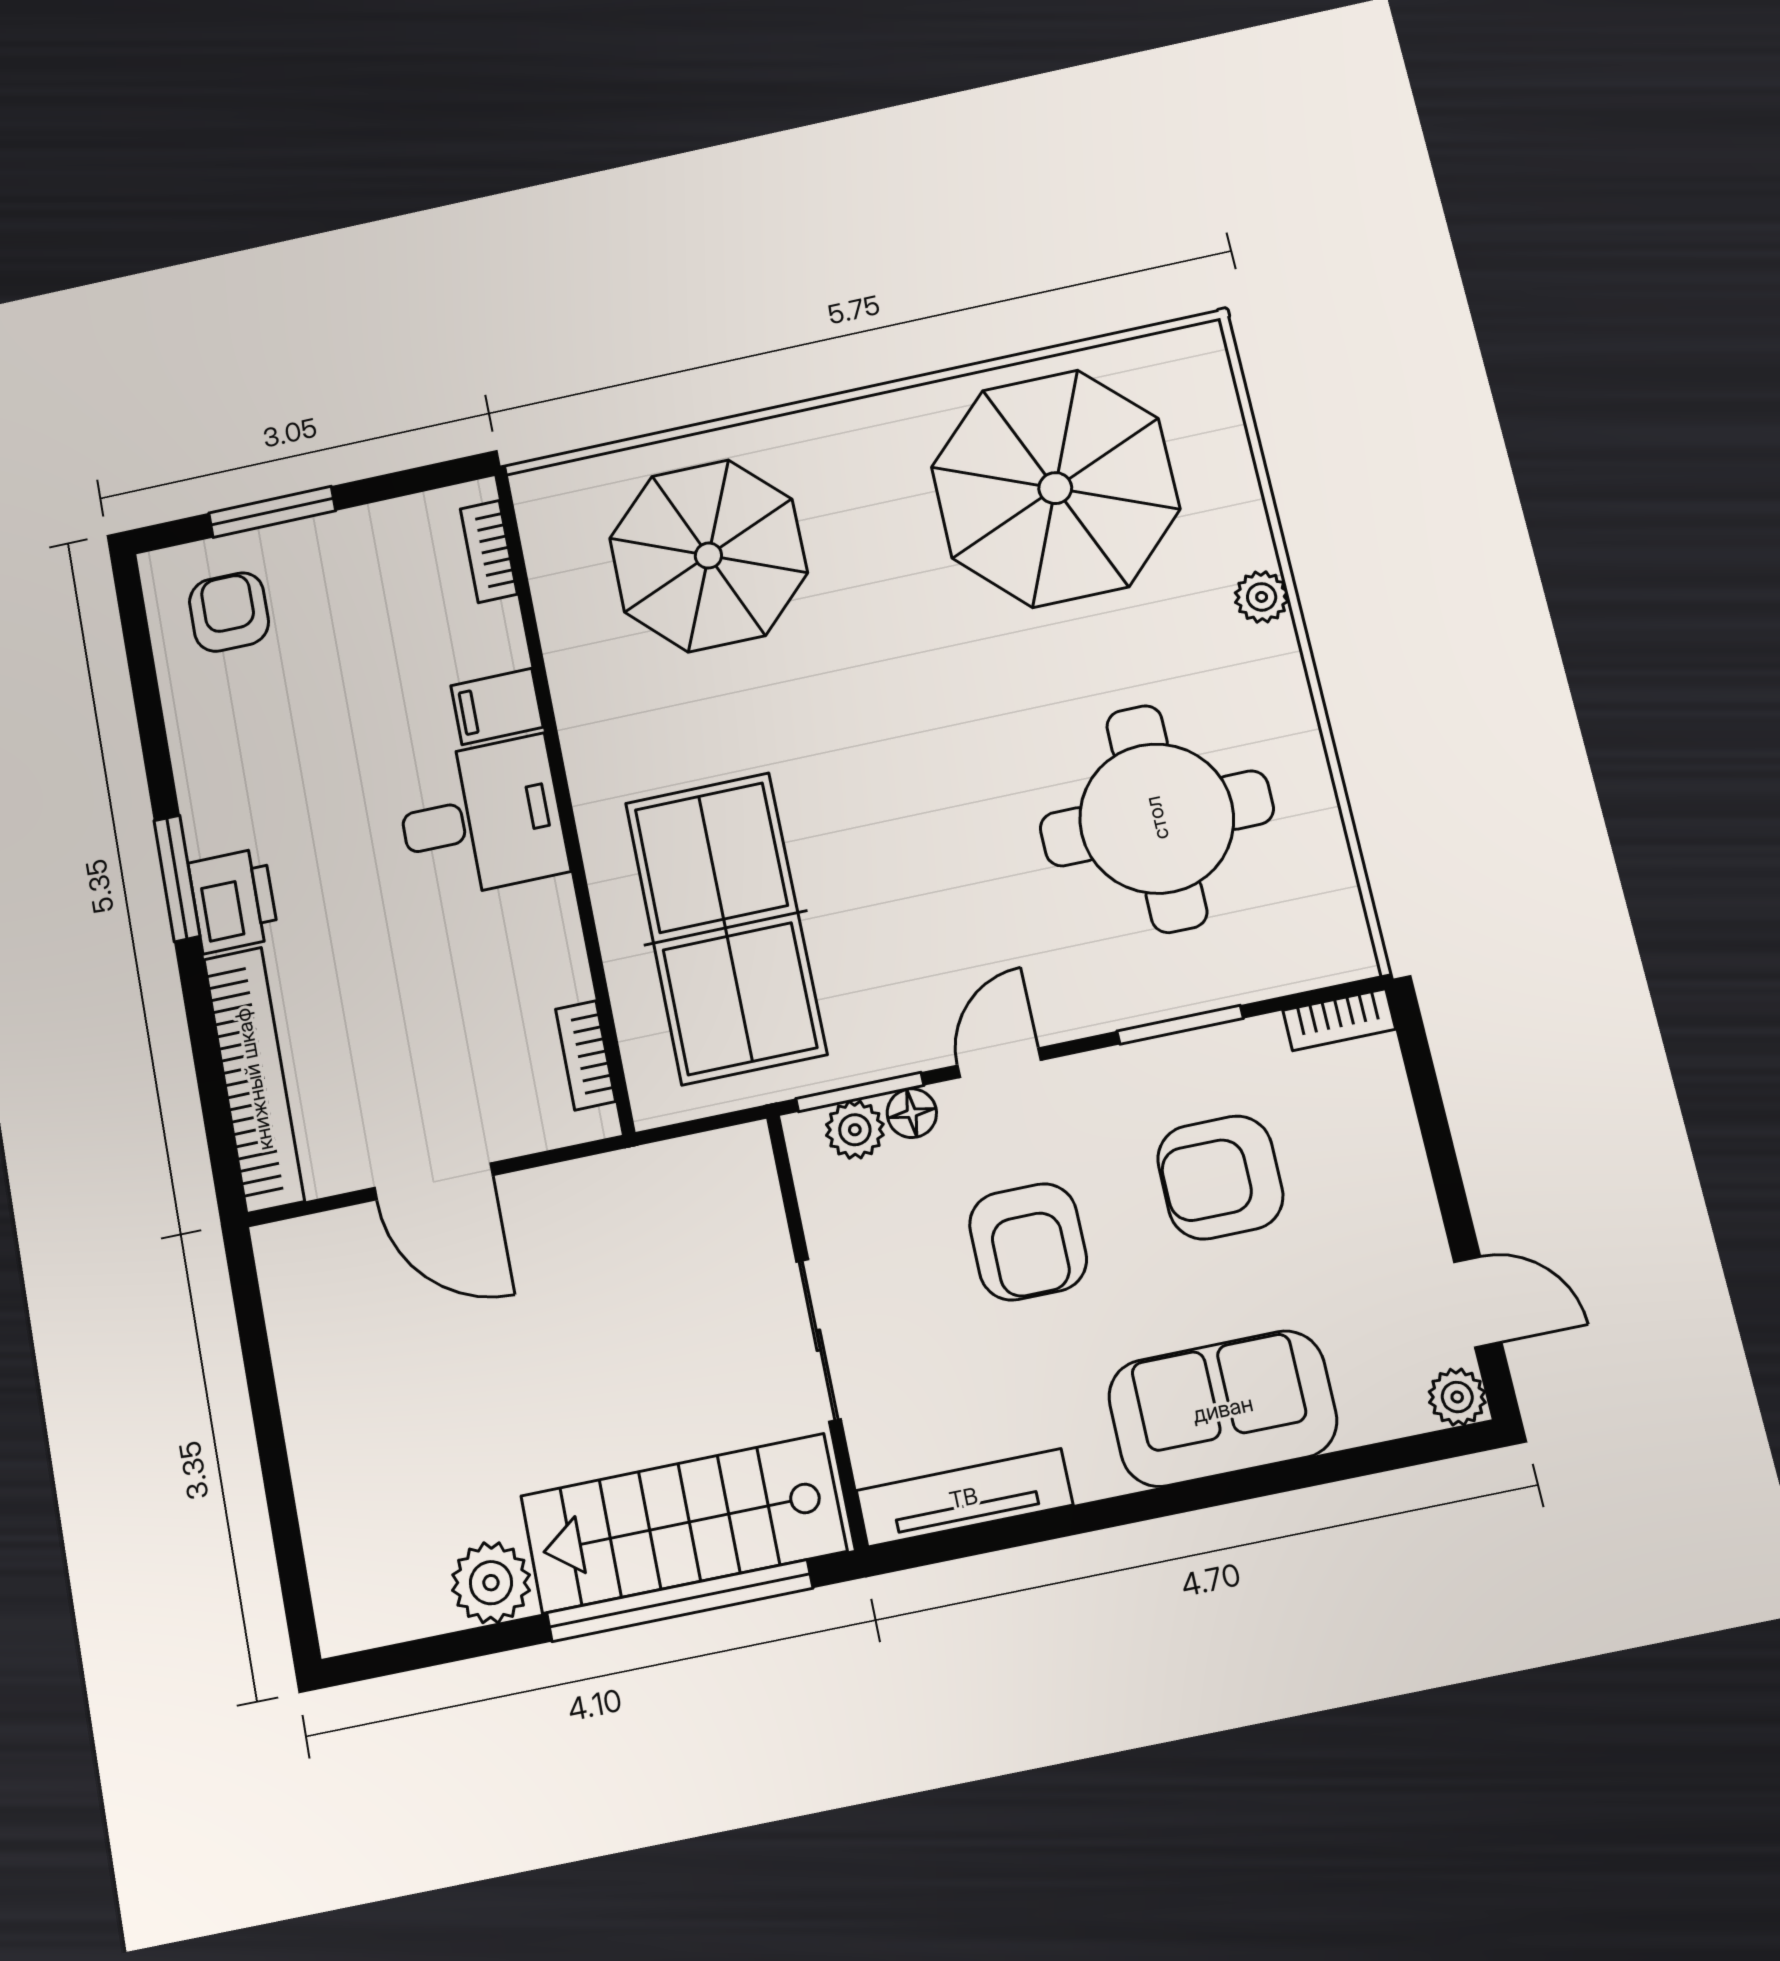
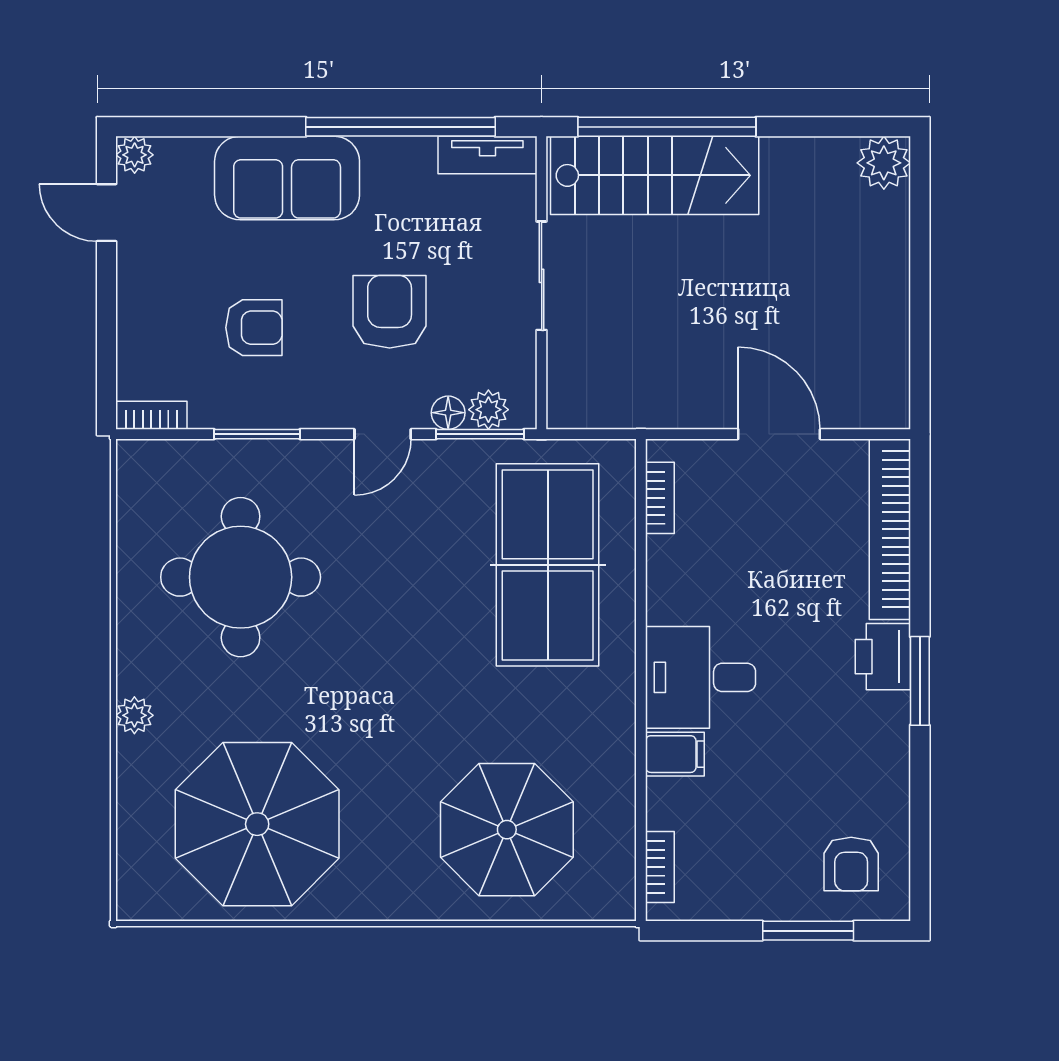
armchair: (1220, 1177) -> (254, 328), width x0.72, depth x0.72
tv unit: (964, 1498) -> (487, 155), width x0.71
window: (1072, 1520) -> (401, 127), added
plant: (491, 1583) -> (884, 163), moved

